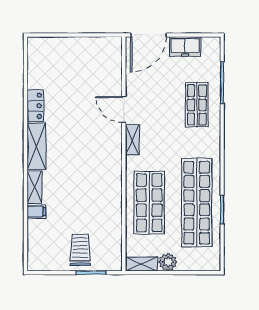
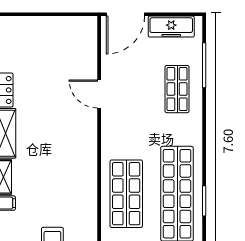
freezer: (185, 46) -> (171, 27), width x1.40
shelving: (132, 140) -> (108, 126), removed

